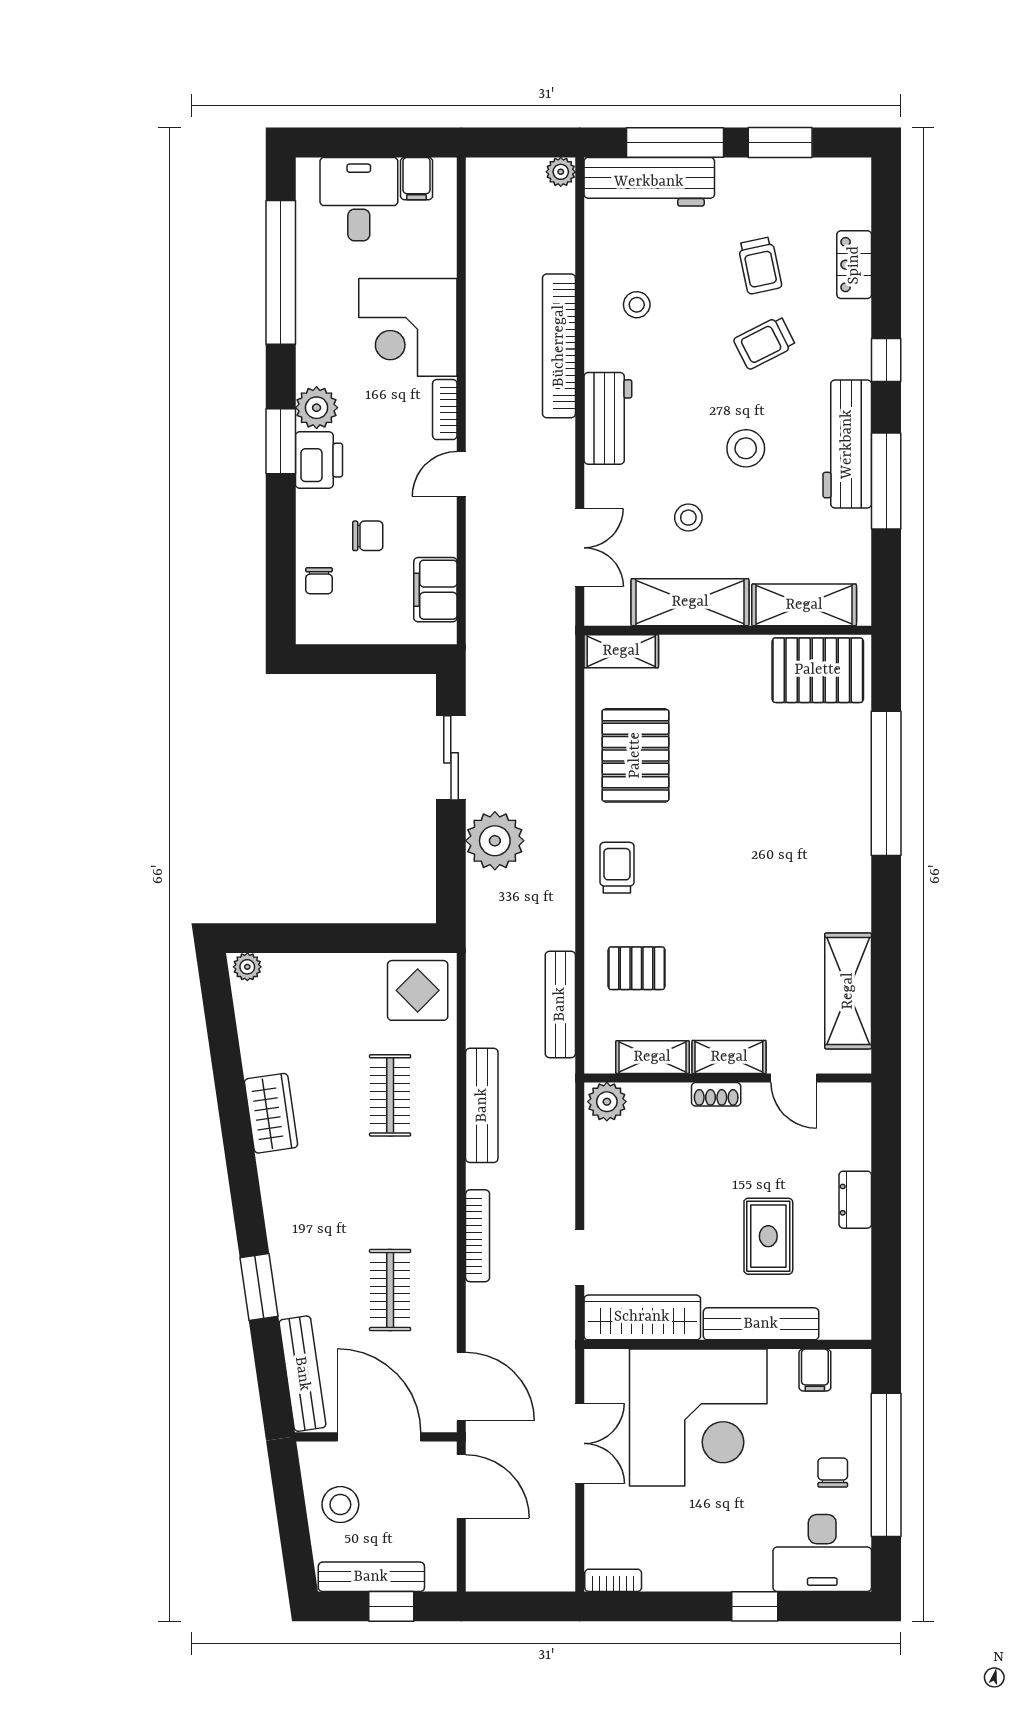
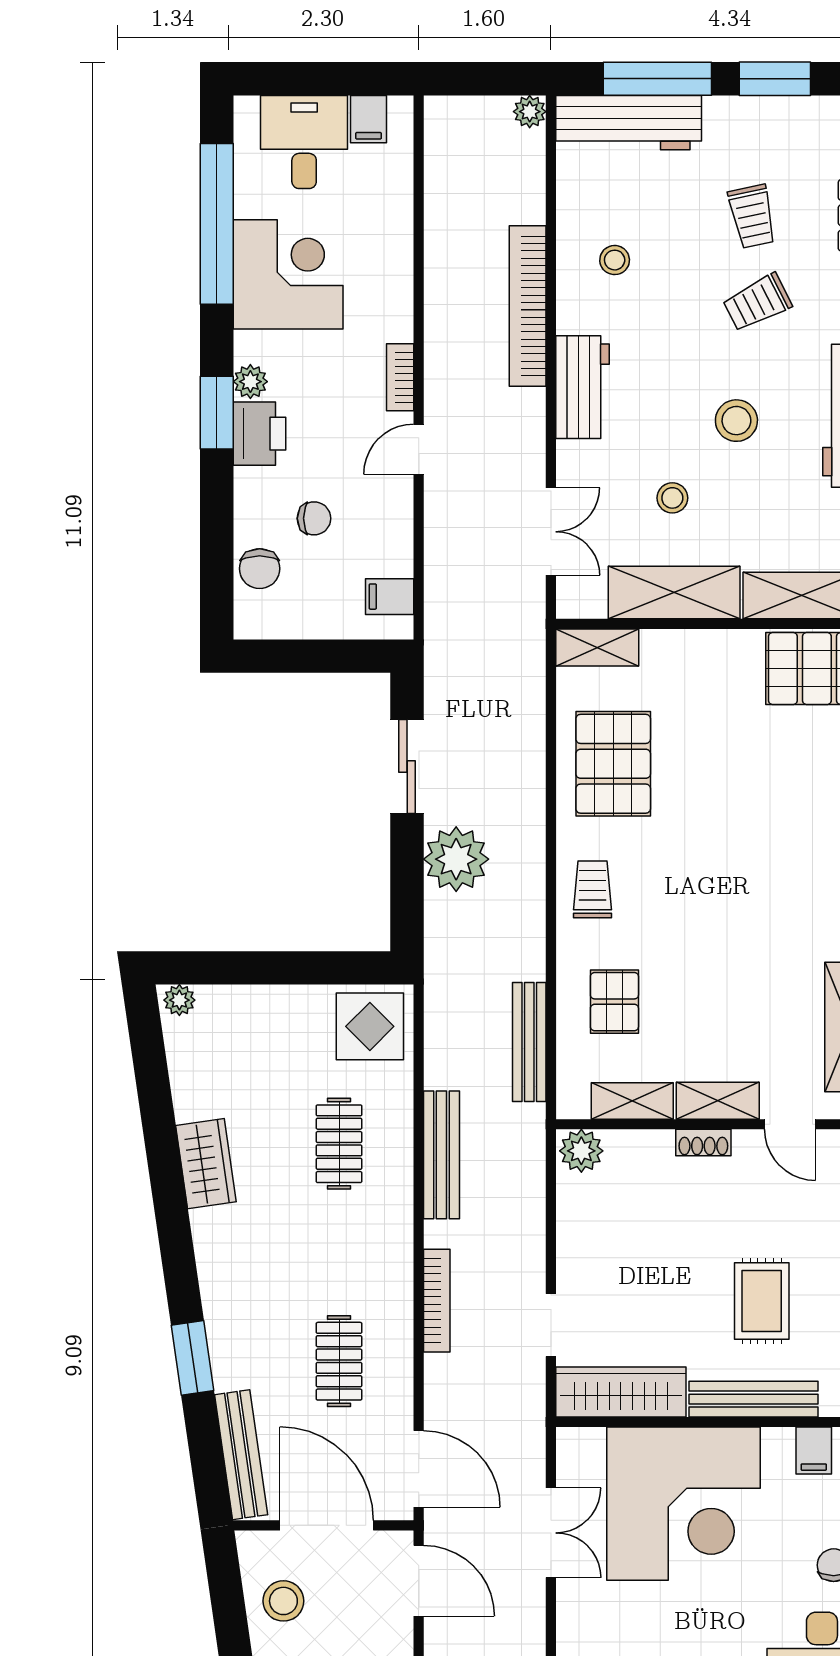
corner desk: (408, 327) -> (288, 274), moved, turned 180
plant: (317, 408) -> (250, 382), width x0.73, depth x0.73
chair: (319, 581) -> (260, 569), width x1.37, depth x1.37
filing cabinet: (435, 590) -> (390, 597), width x0.50
pallet: (637, 968) -> (614, 1002), turned 90

